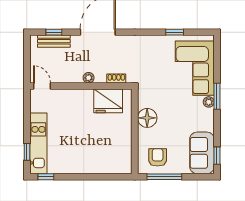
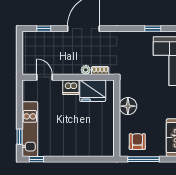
bench: (54, 41) -> (44, 37), removed
plant: (89, 78) -> (86, 70), moved
door: (42, 86) -> (45, 77), moved
dishwasher: (84, 97) -> (71, 87), added

